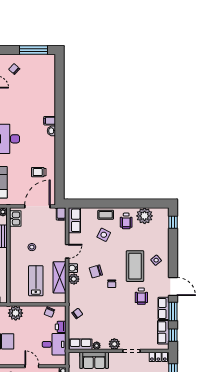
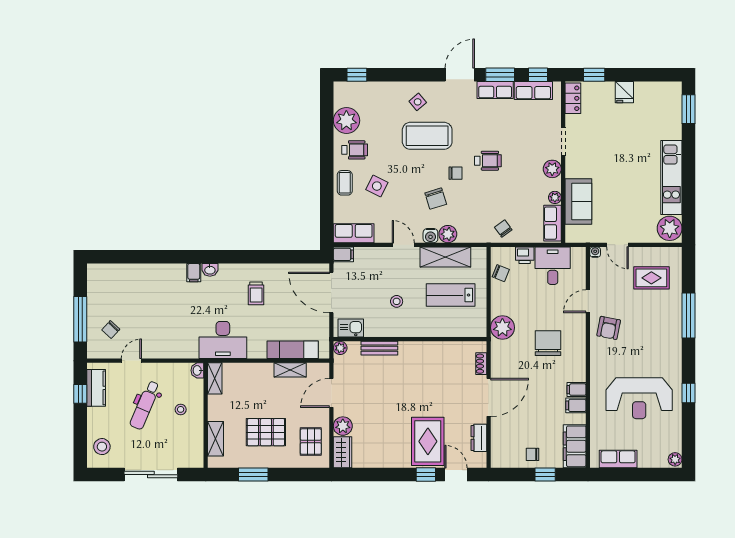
window: (33, 50) -> (80, 319), moved
trolley: (39, 172) -> (256, 293), moved
wheelchair: (141, 296) -> (488, 161), moved

